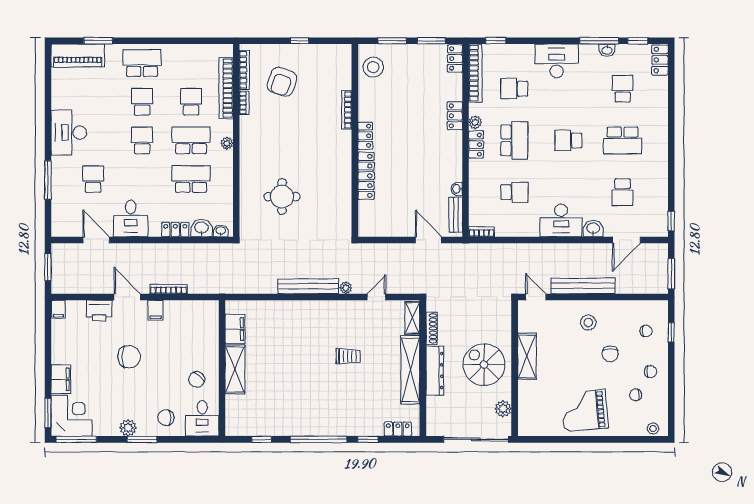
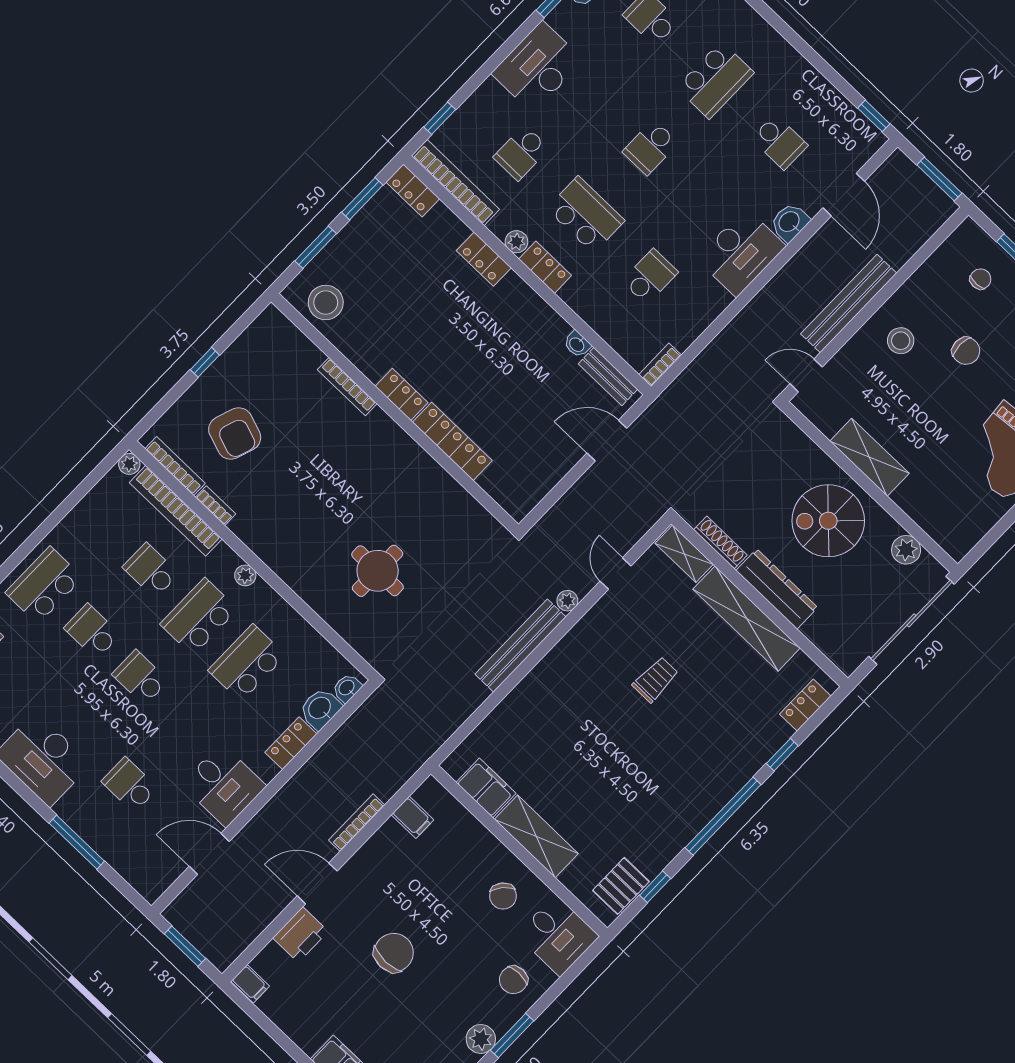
plant: (227, 50) -> (129, 464), added
filing cabinet: (156, 310) -> (412, 817), moved
pallet: (248, 425) -> (621, 886), added

